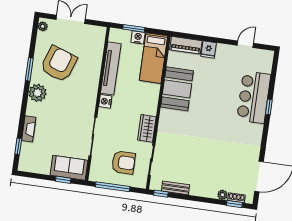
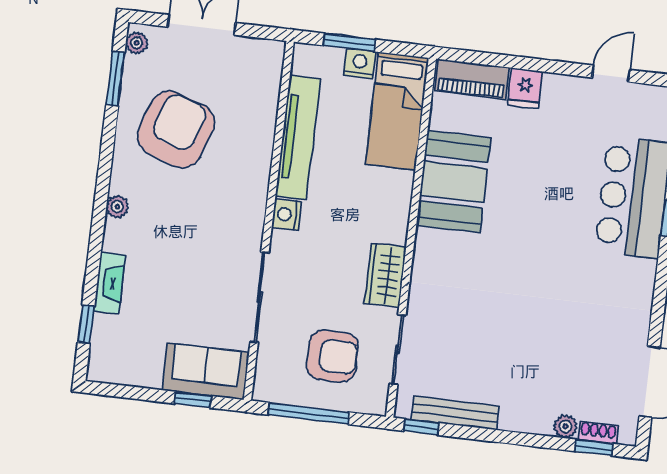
window: (29, 69) -> (115, 79), moved
plant: (38, 93) -> (117, 207), width x0.53, depth x0.53
bench: (175, 188) -> (455, 413), width x1.36

